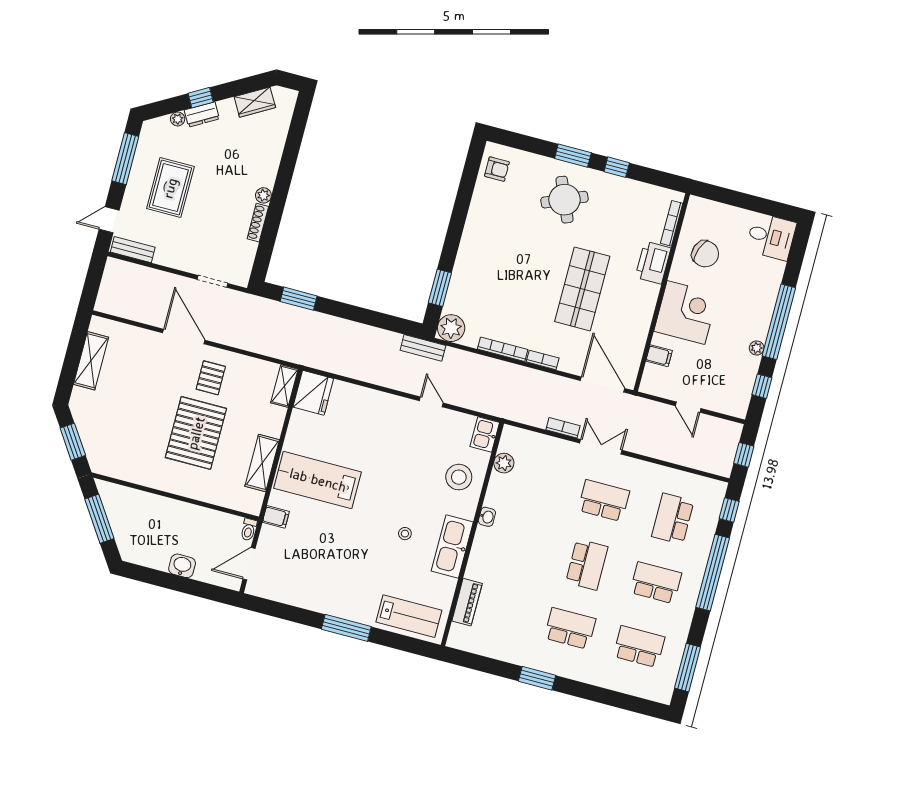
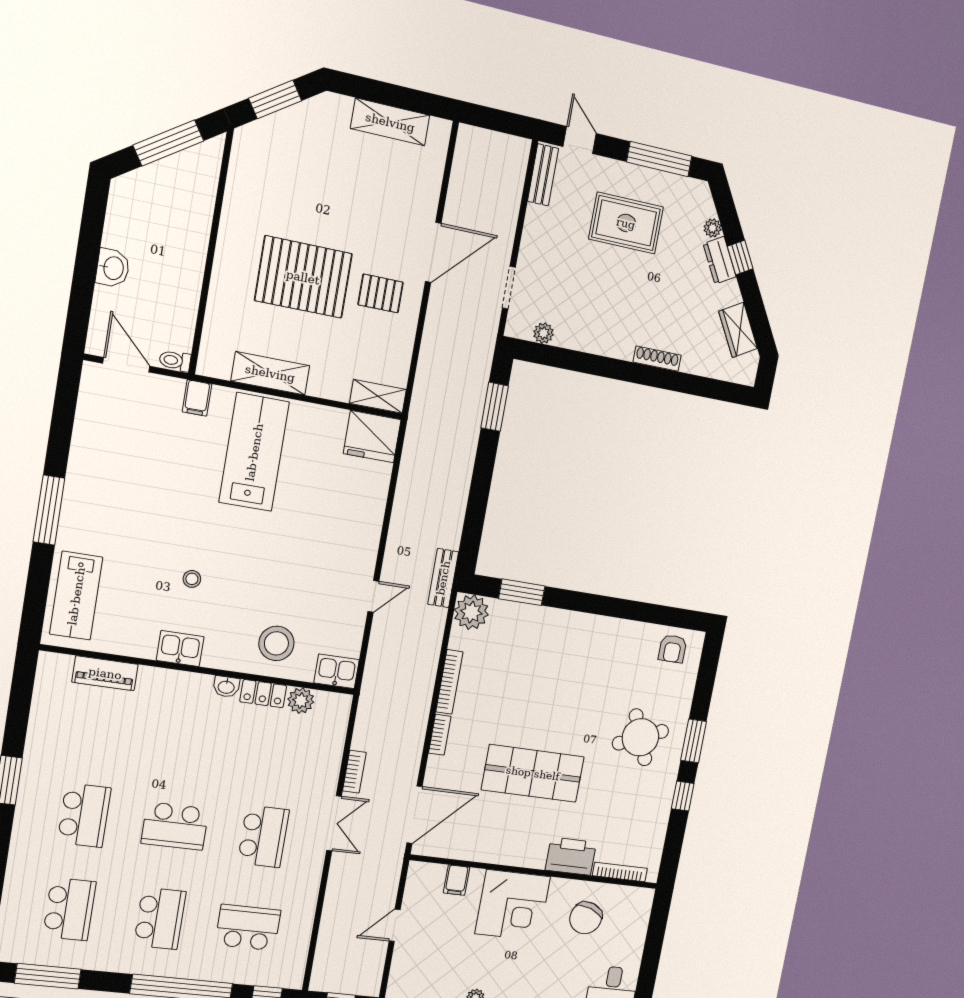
plant: (263, 195) -> (543, 333), moved
shoe rack: (258, 223) -> (657, 359), moved
locker: (495, 490) -> (263, 694), added
kitchen sink: (452, 546) -> (180, 648), width x0.53, depth x0.81

